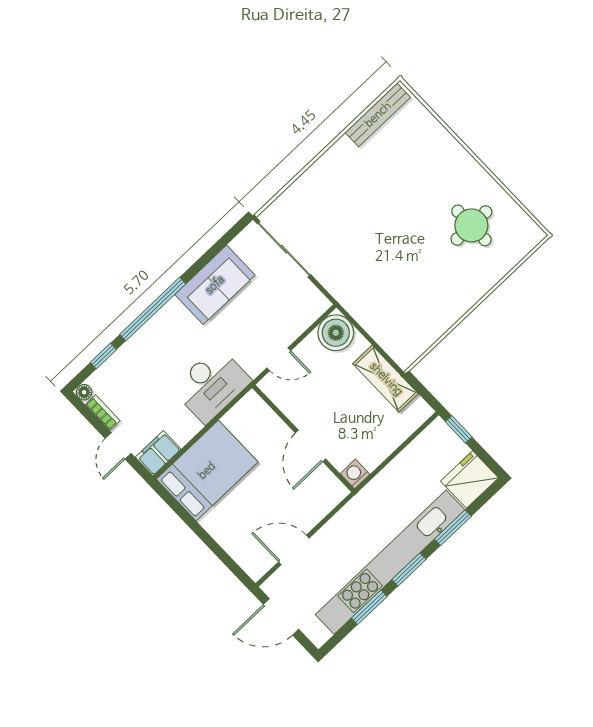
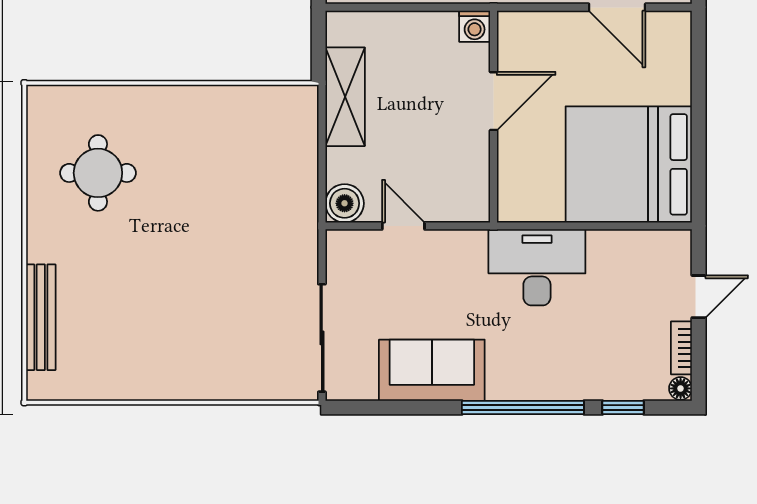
bench: (378, 115) -> (41, 317), moved, turned 90
boiler: (336, 333) -> (345, 203), width x0.73, depth x0.73
door: (279, 359) -> (403, 226), moved
filing cabinet: (158, 453) -> (663, 248), removed
bed: (207, 471) -> (629, 164), width x1.36

